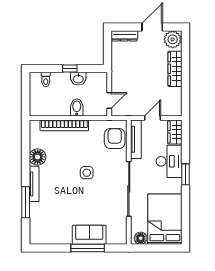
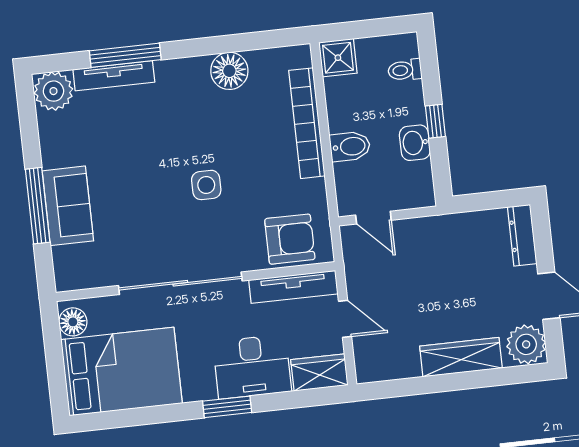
shower: (37, 108) -> (338, 58), added
tv unit: (34, 184) -> (114, 76), moved
plant: (38, 236) -> (53, 91), added

